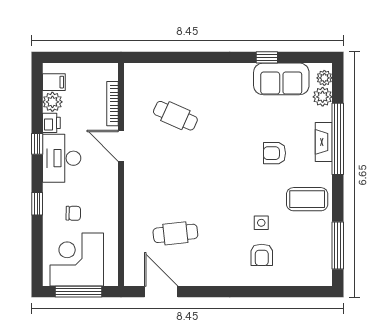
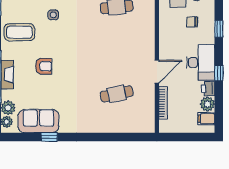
cafe table: (175, 116) -> (117, 94), turned -36
door: (121, 146) -> (157, 72), hinge flipped

